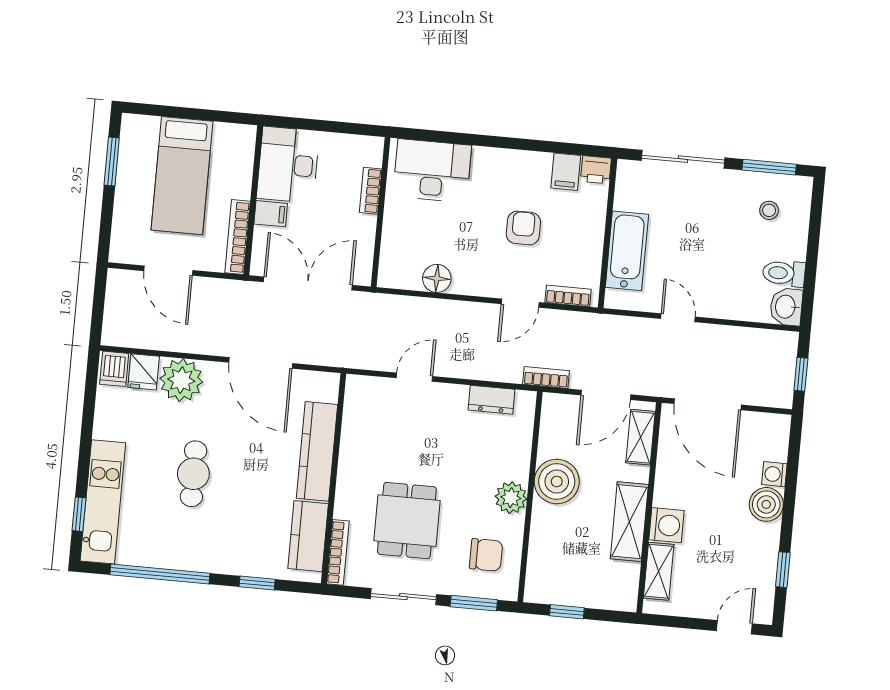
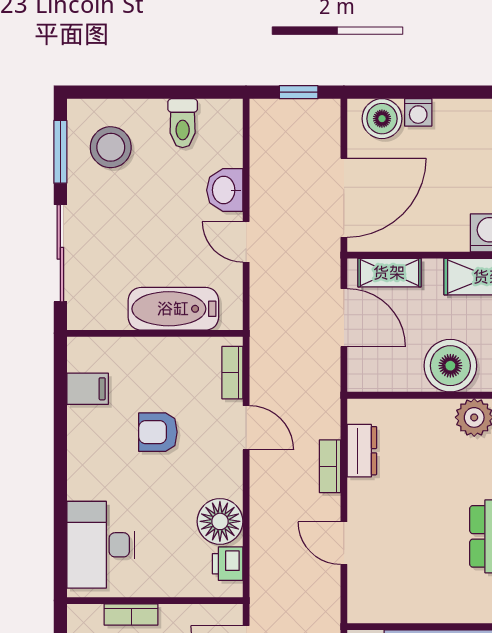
printer: (596, 170) -> (228, 564), moved, turned 180
stool: (769, 210) -> (111, 147), width x1.89, depth x1.89
floor lamp: (437, 278) -> (220, 521), width x1.38, depth x1.38
washbasin: (786, 307) -> (225, 190), moved, turned 90
door: (678, 318) -> (246, 242), hinge flipped
bookcase: (546, 377) -> (330, 466), moved
boiler: (766, 504) -> (382, 119), moved

